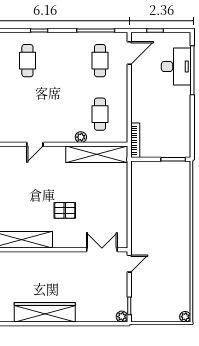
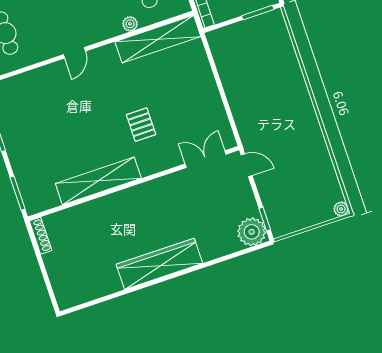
pallet: (65, 210) -> (141, 125), turned 90
door: (129, 264) -> (247, 165), hinge flipped
plant: (122, 317) -> (252, 232), width x1.88, depth x1.88

